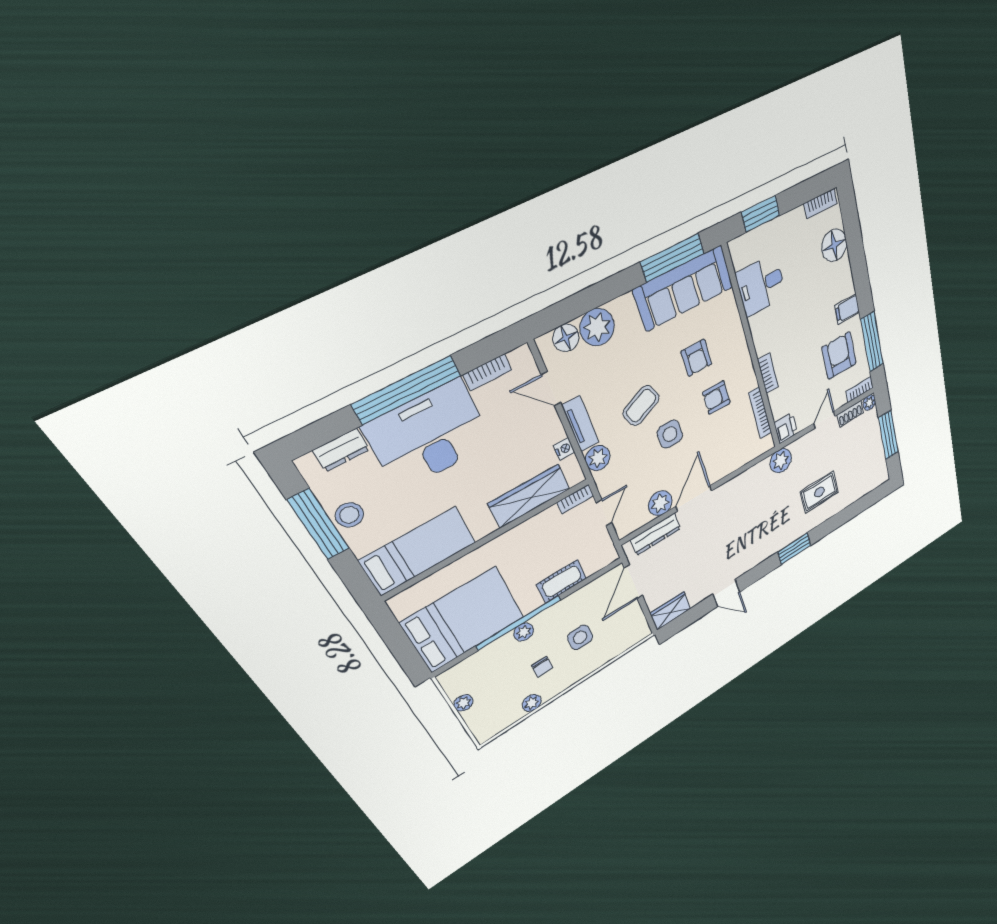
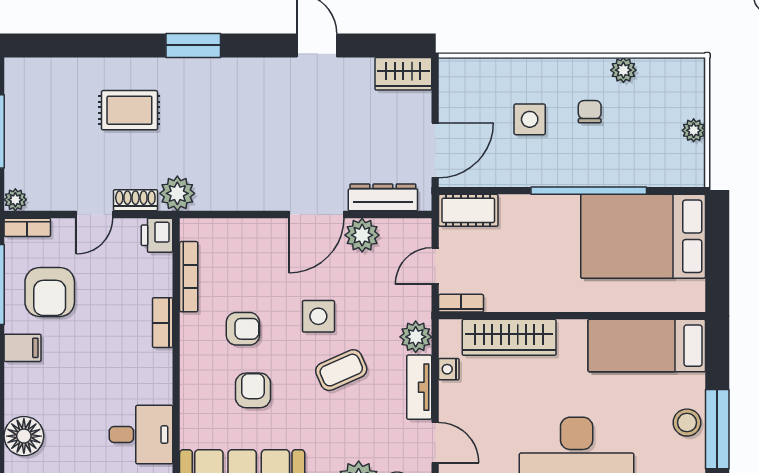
shoe rack: (850, 414) -> (135, 200), moved
cot: (562, 581) -> (468, 210), moved
plant: (524, 632) -> (589, 175), removed

